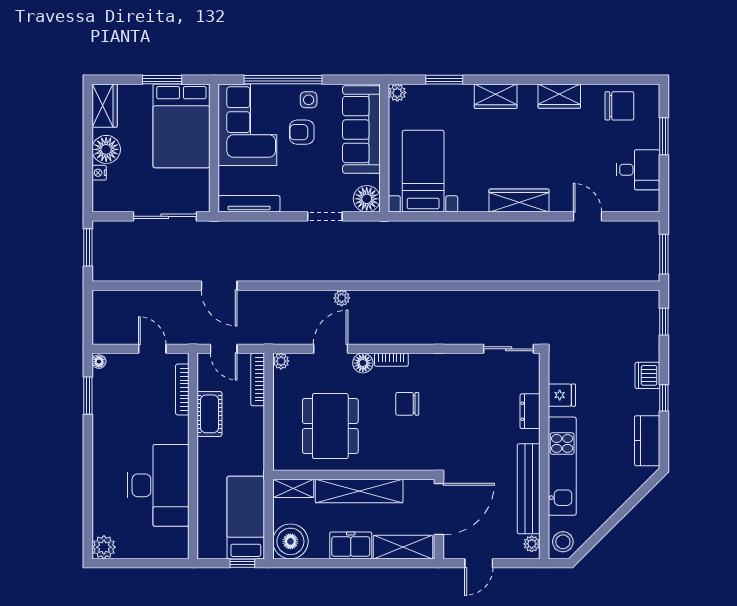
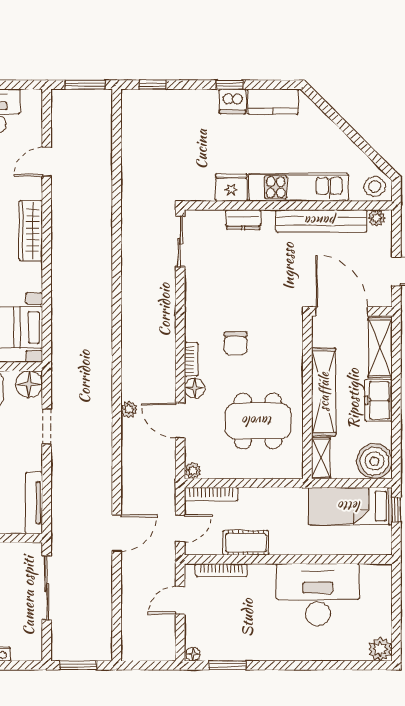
dishwasher: (647, 375) -> (233, 101), moved
fridge: (562, 395) -> (231, 188), width x1.38

